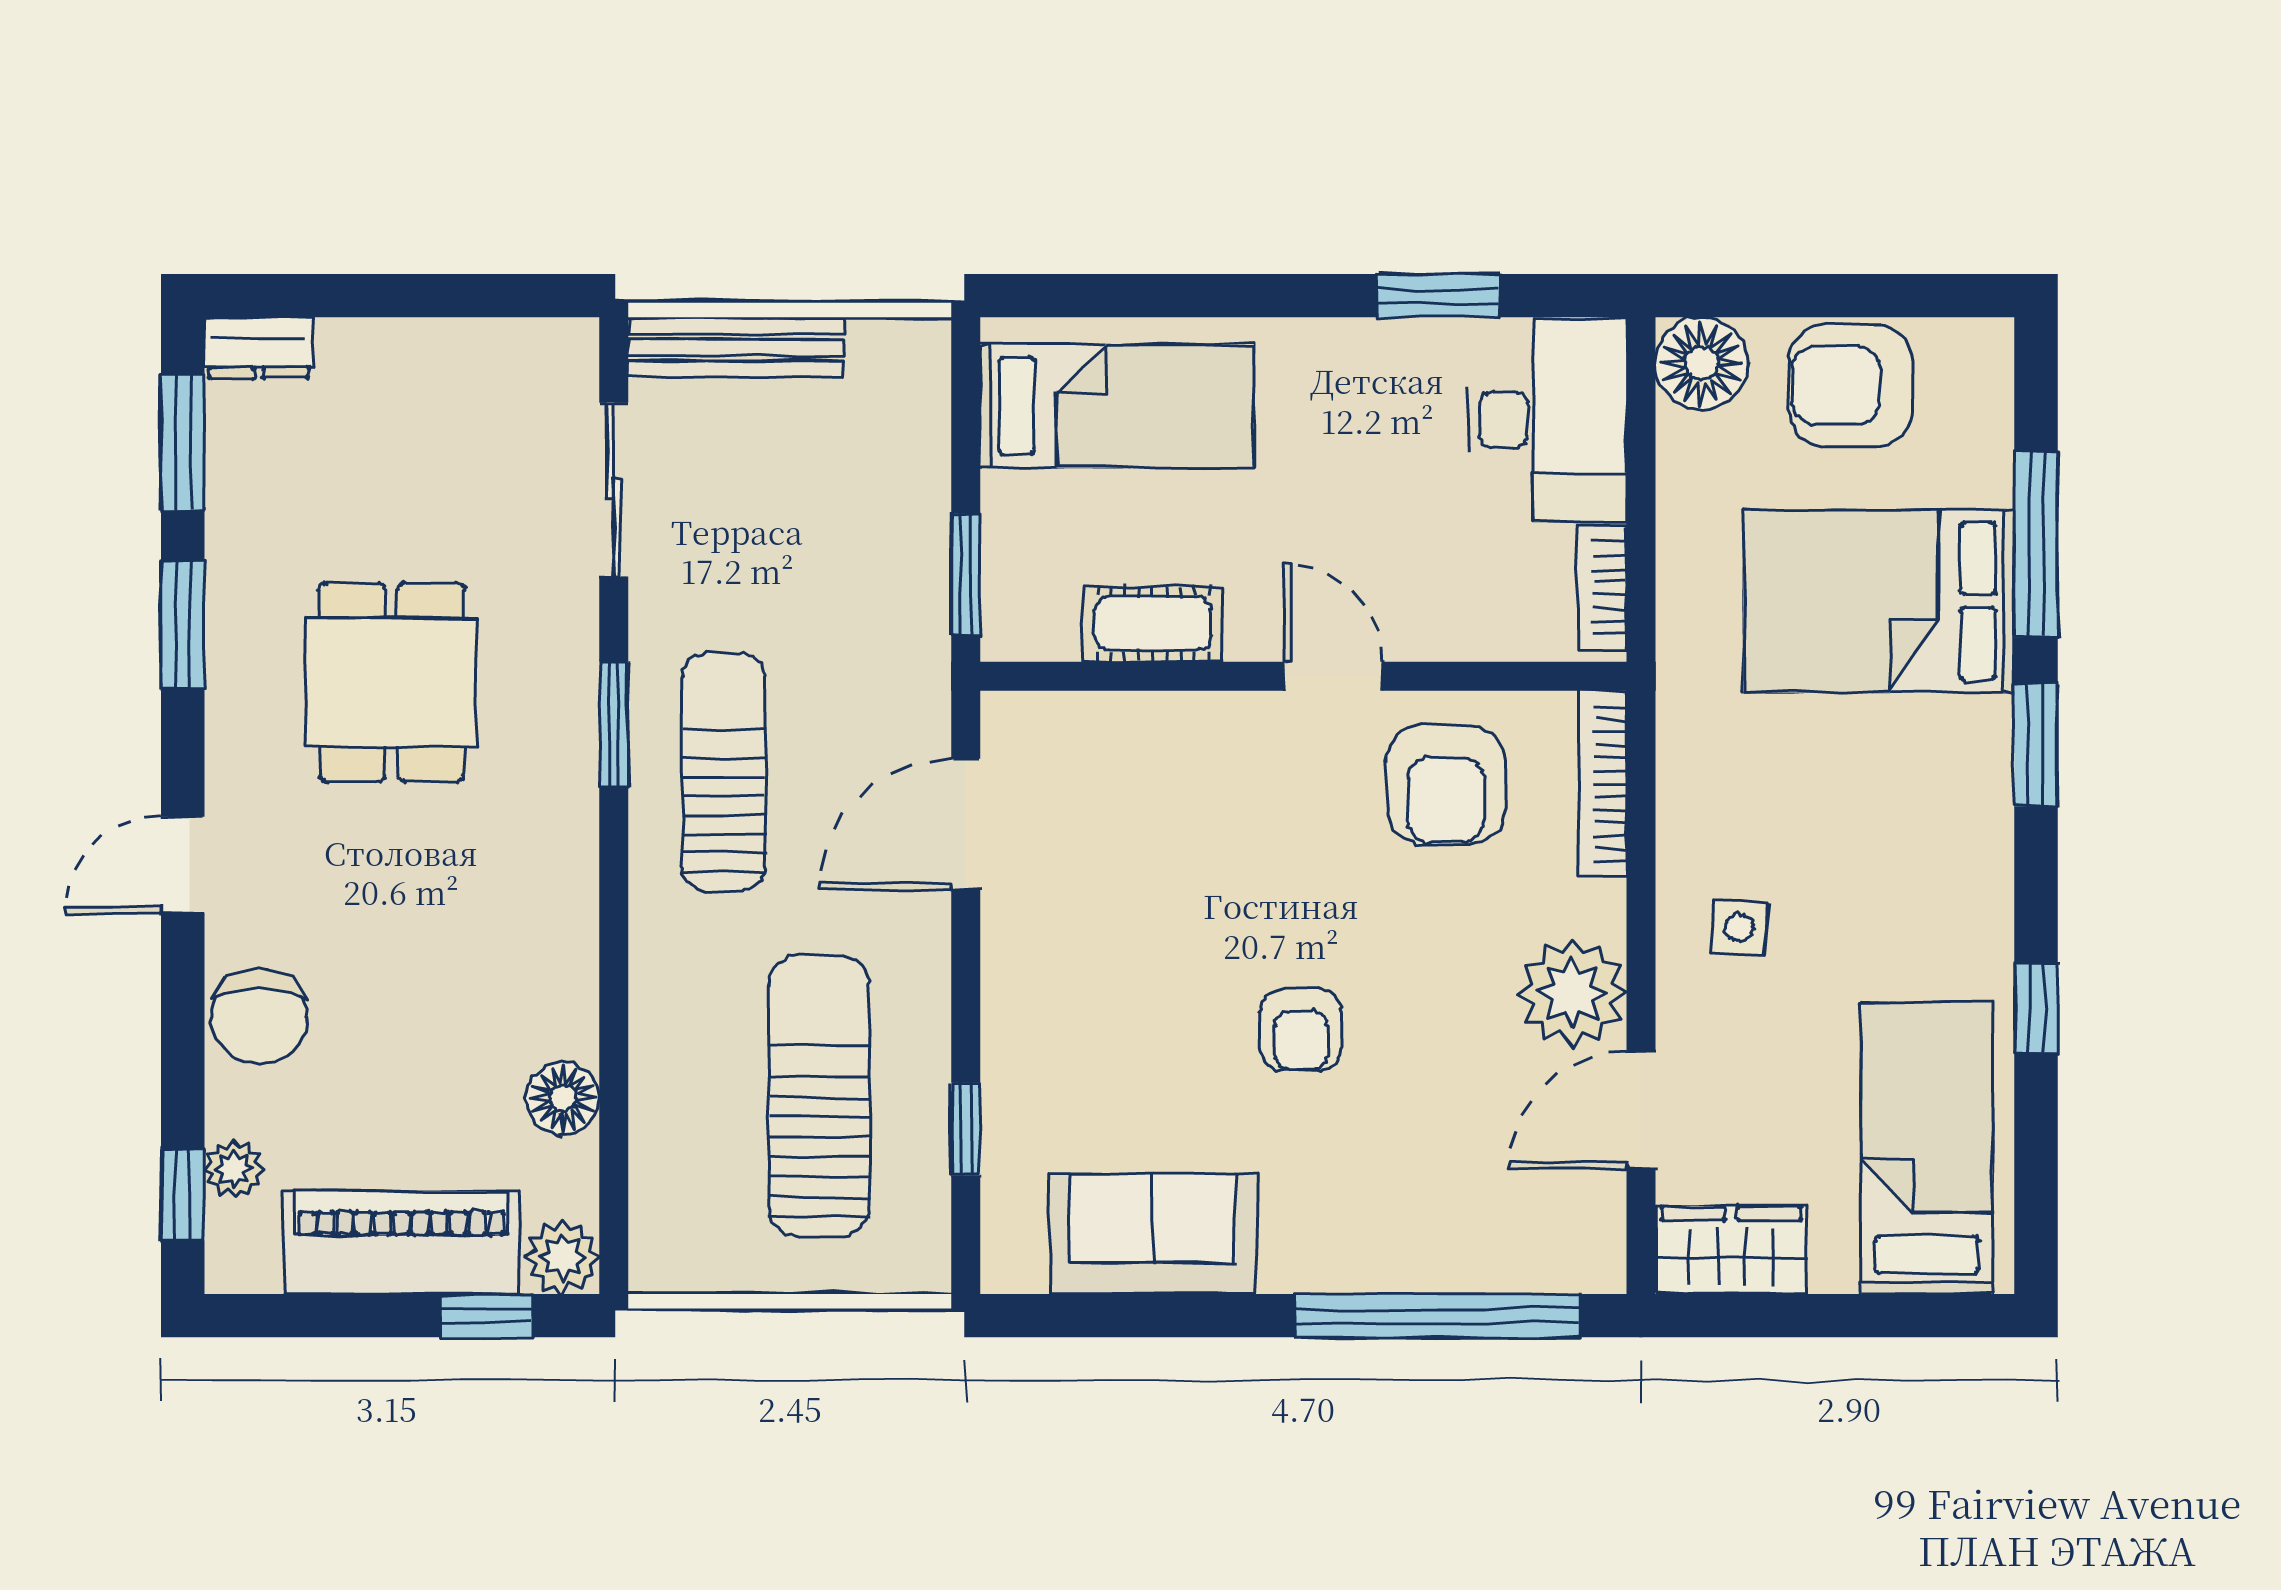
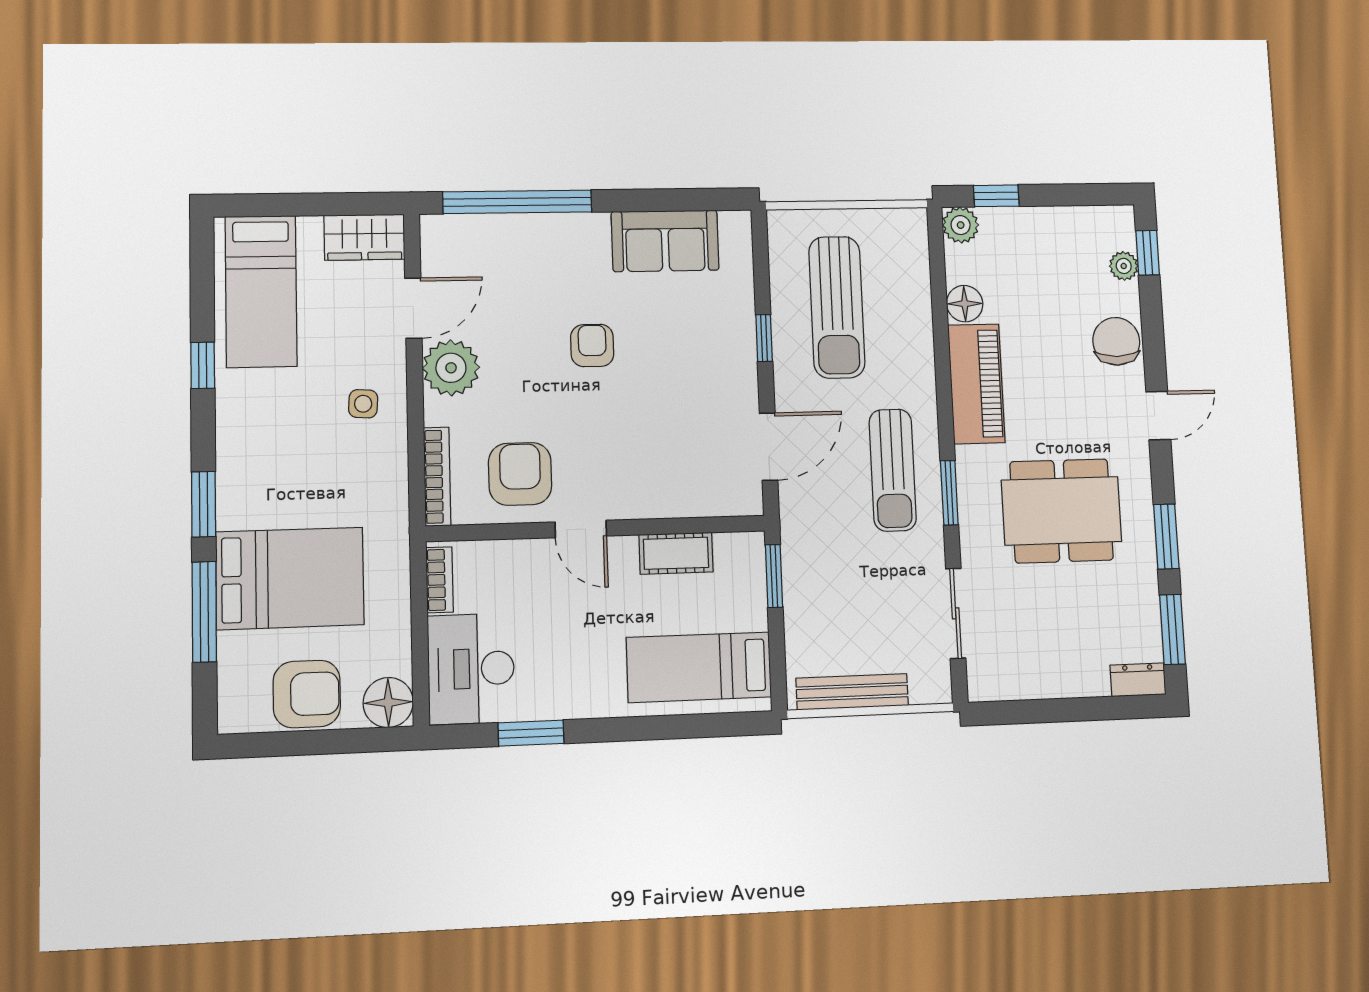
bench: (736, 347) -> (852, 692), moved
dining table: (391, 682) -> (1062, 511), width x1.38
window: (966, 1129) -> (764, 338), moved
piano: (402, 1243) -> (976, 384), moved, turned -90

